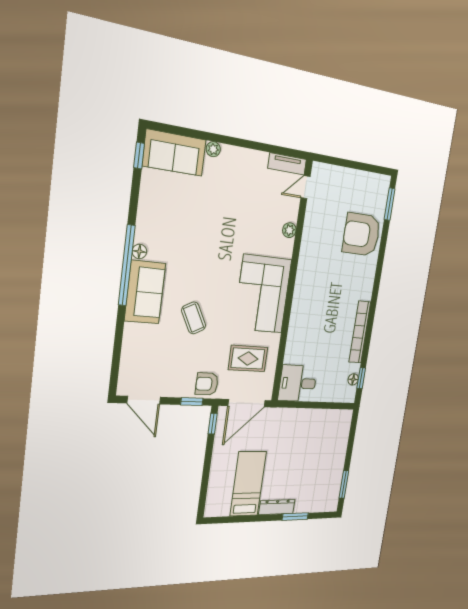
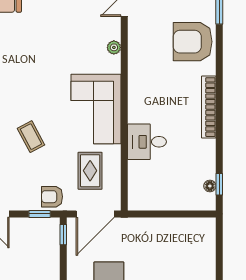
bookcase: (360, 332) -> (209, 107), moved
rug: (248, 358) -> (90, 171), turned 90
desk: (298, 383) -> (147, 142), moved

